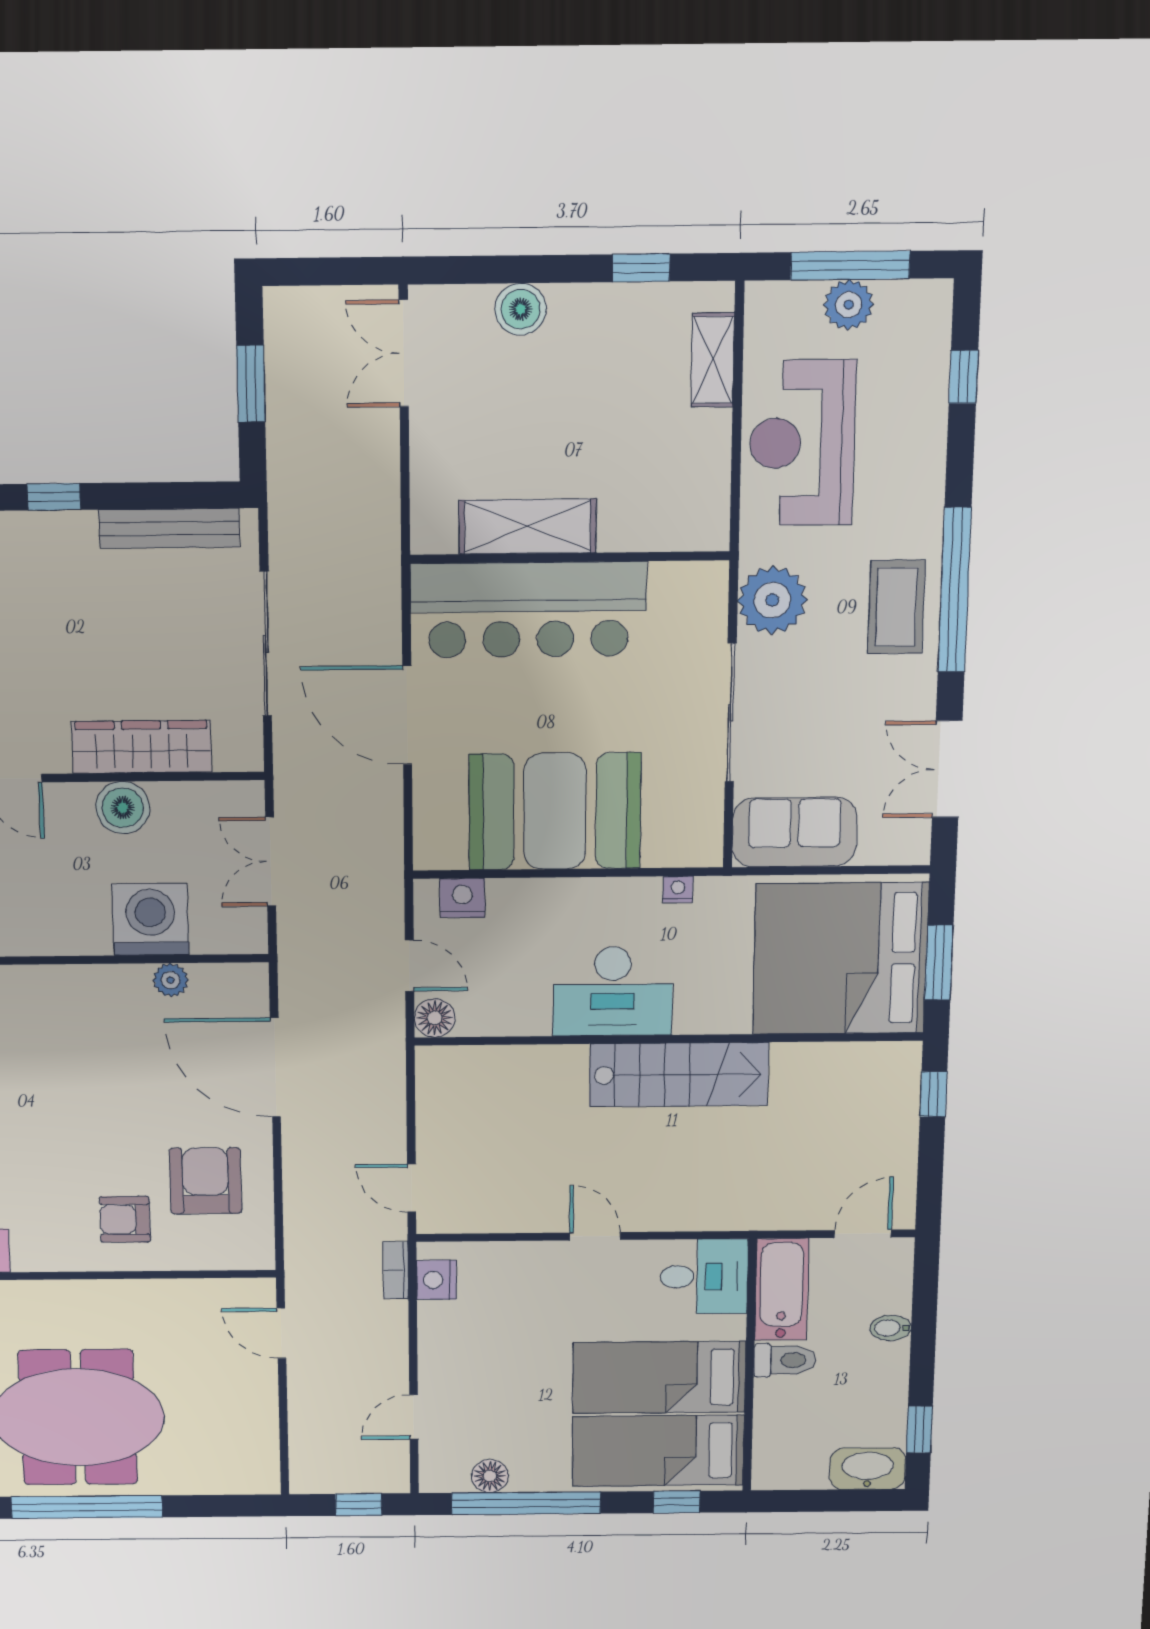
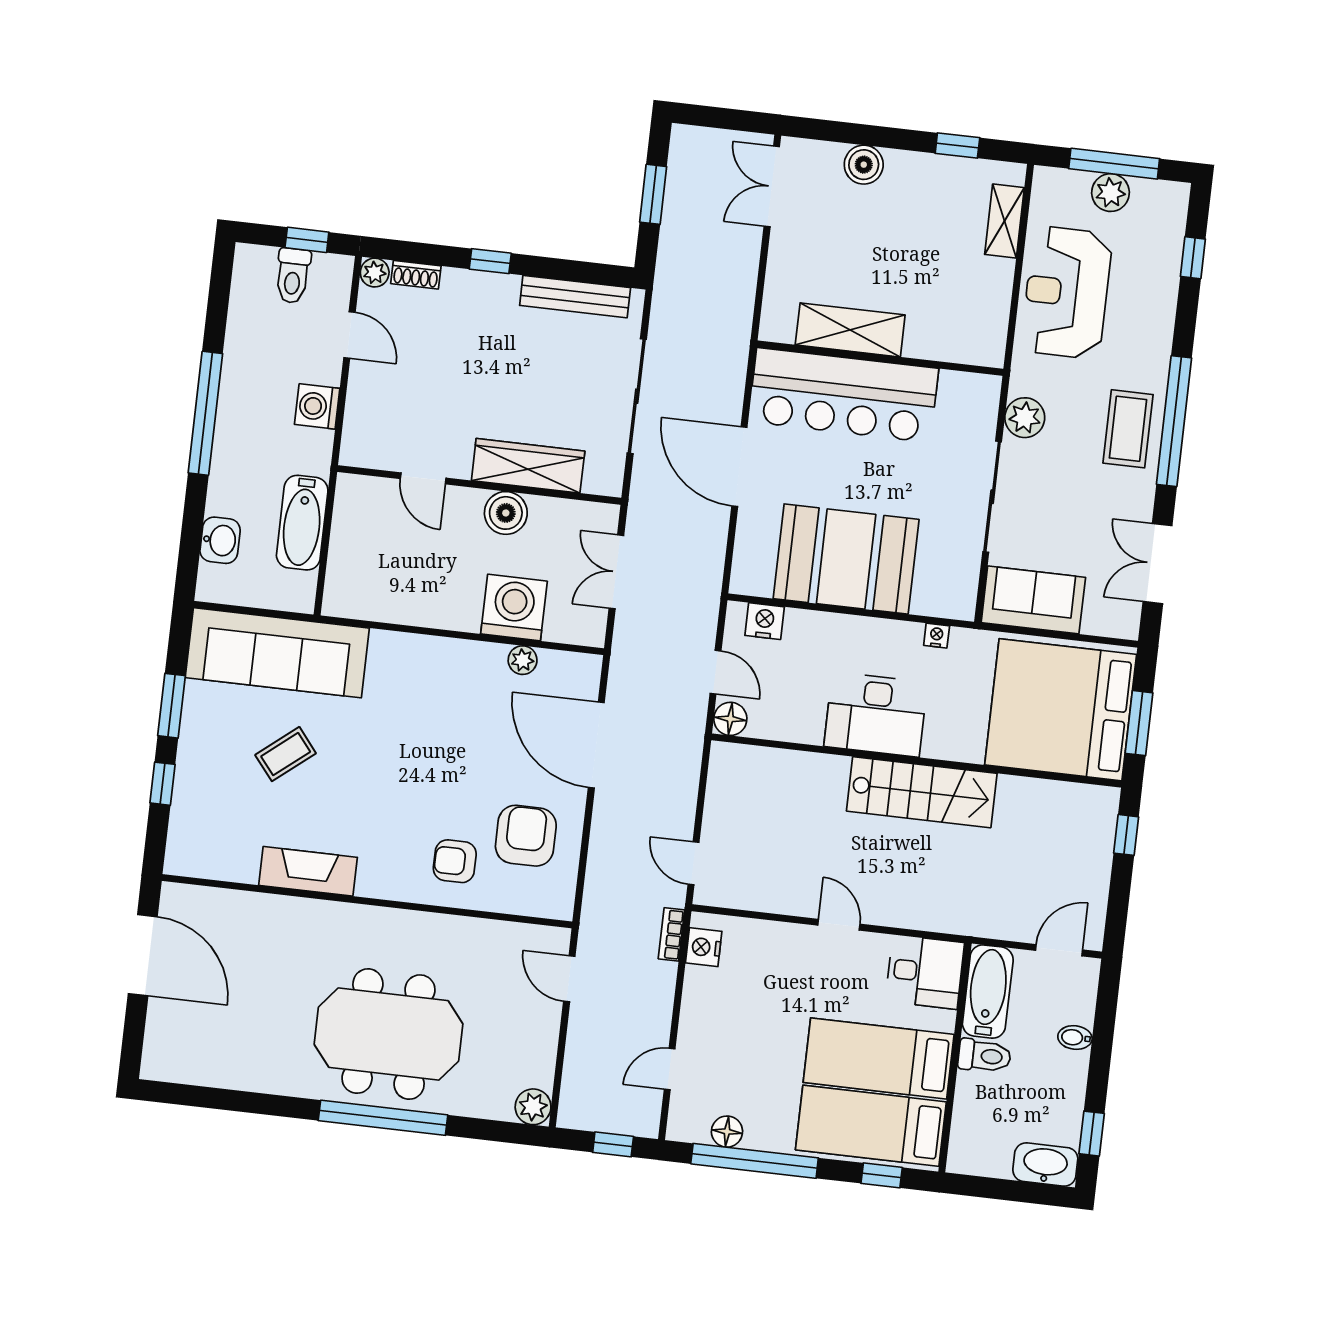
plant: (772, 600) -> (1025, 418), width x0.73, depth x0.73
plant: (259, 1475) -> (533, 1107), added

